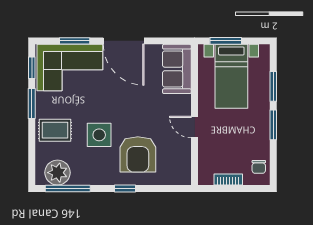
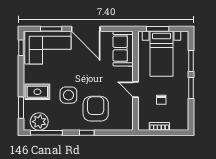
window: (32, 103) -> (21, 108), moved
armchair: (138, 154) -> (96, 109), turned 180
chair: (259, 167) -> (161, 100), moved

